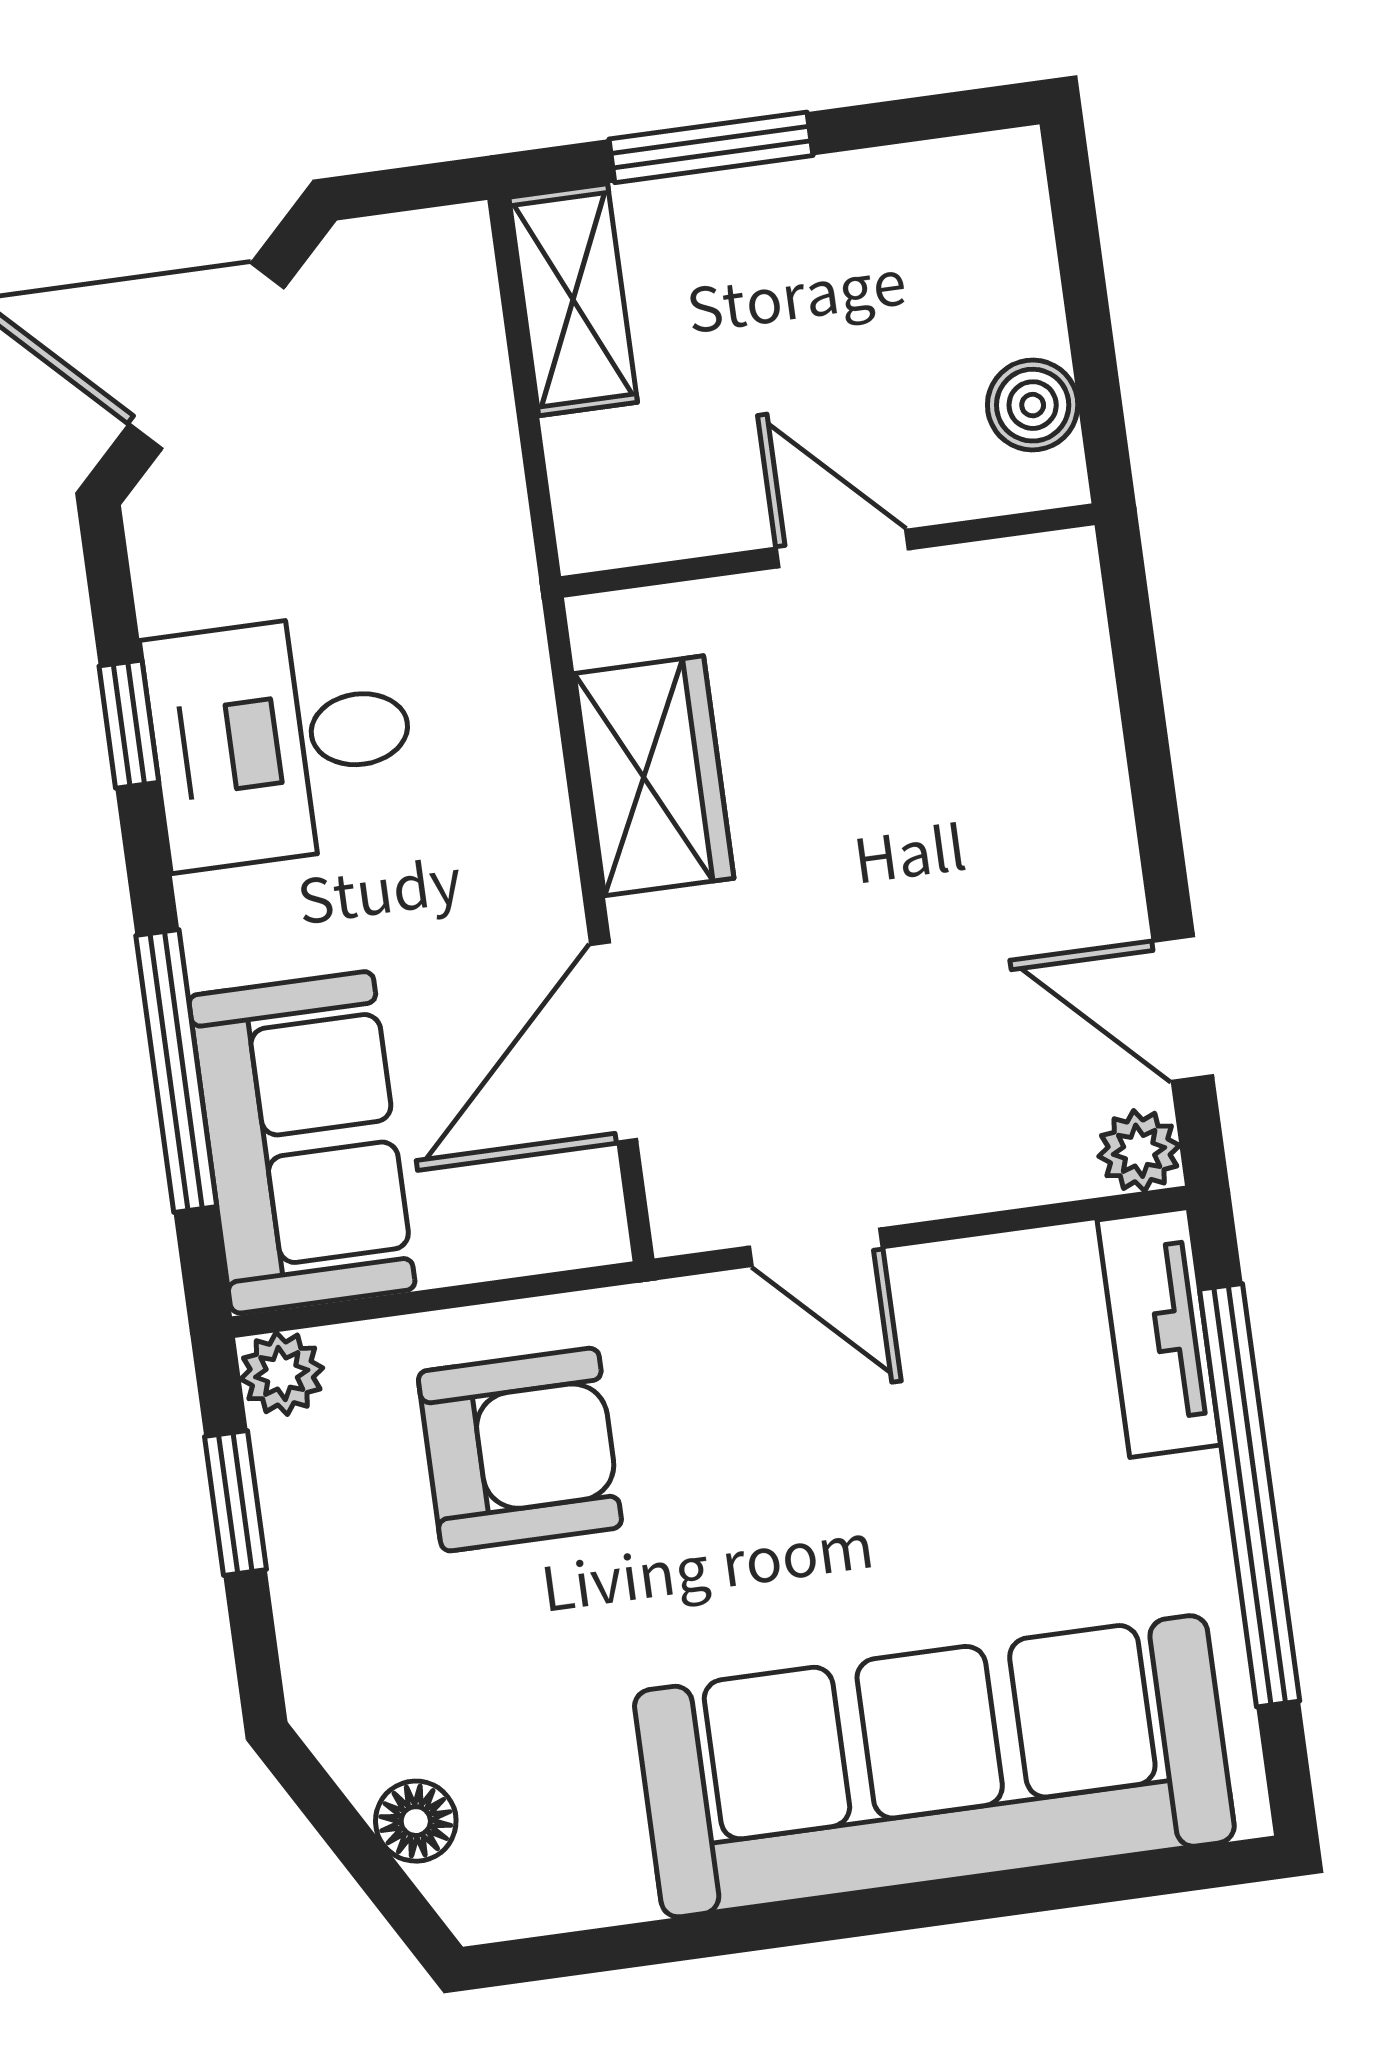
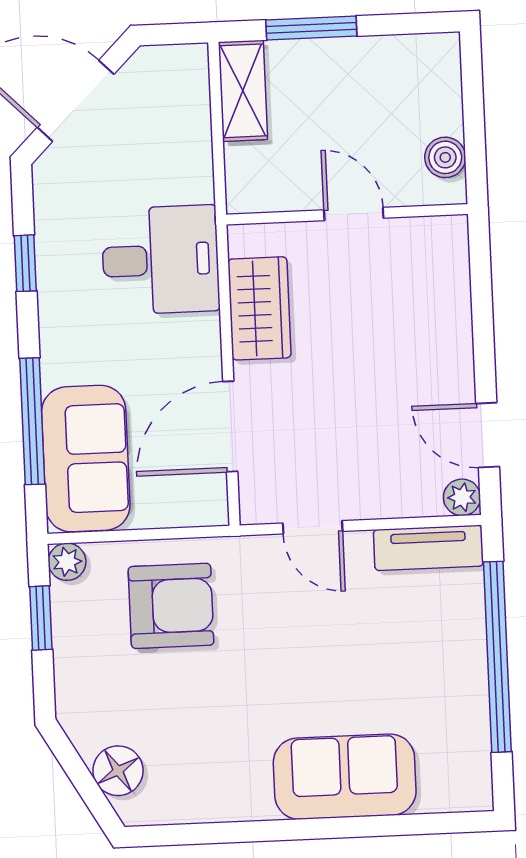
desk: (281, 740) -> (160, 260), moved, turned 180
tv unit: (1159, 1333) -> (428, 548), moved, turned -90
sofa: (934, 1766) -> (345, 777), width x0.54, depth x0.79
floor lamp: (416, 1821) -> (118, 771), width x1.37, depth x1.37

